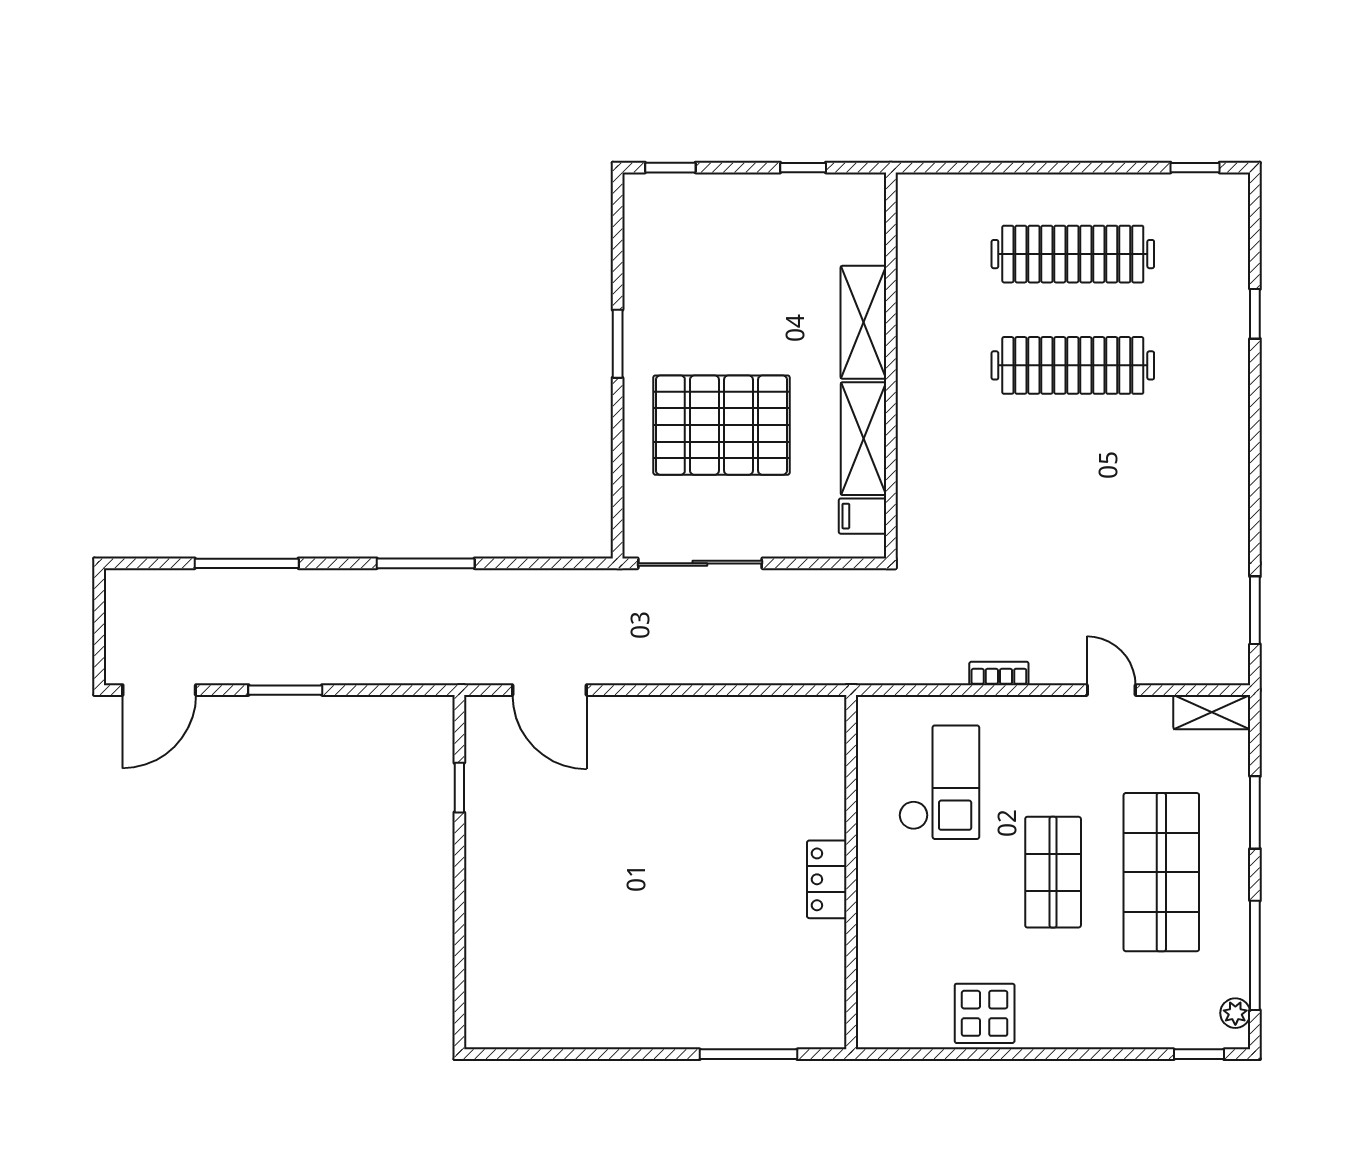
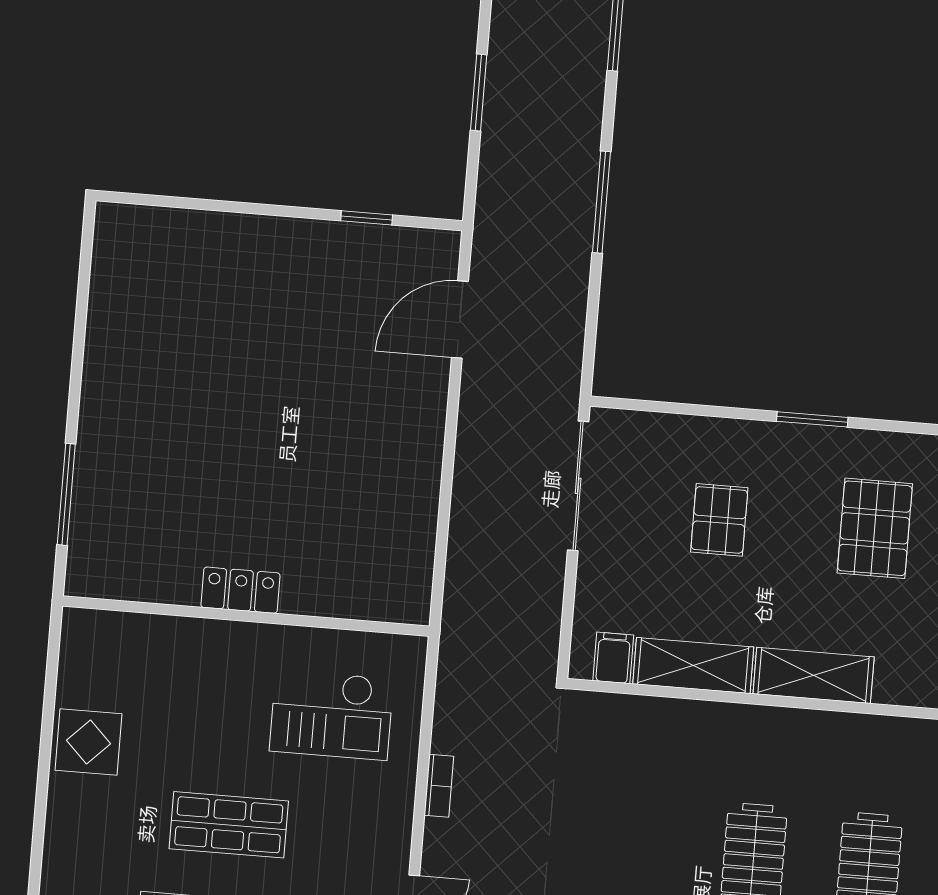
pallet: (717, 275) -> (875, 528), added
pallet: (721, 425) -> (719, 520), width x0.49, depth x0.50
window: (285, 690) -> (479, 92), moved

